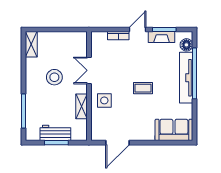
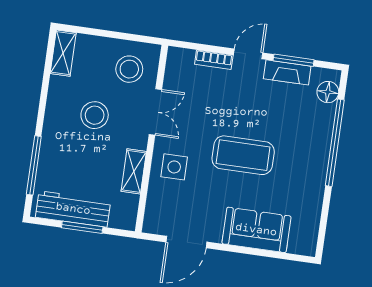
stool: (71, 48) -> (129, 69), added
double door: (89, 70) -> (155, 112), swing flipped
tv unit: (186, 78) -> (319, 148), removed
coffee table: (143, 88) -> (243, 155), width x1.86, depth x1.72
sofa: (174, 130) -> (256, 230), moved
workbench: (55, 133) -> (73, 209), width x1.38

